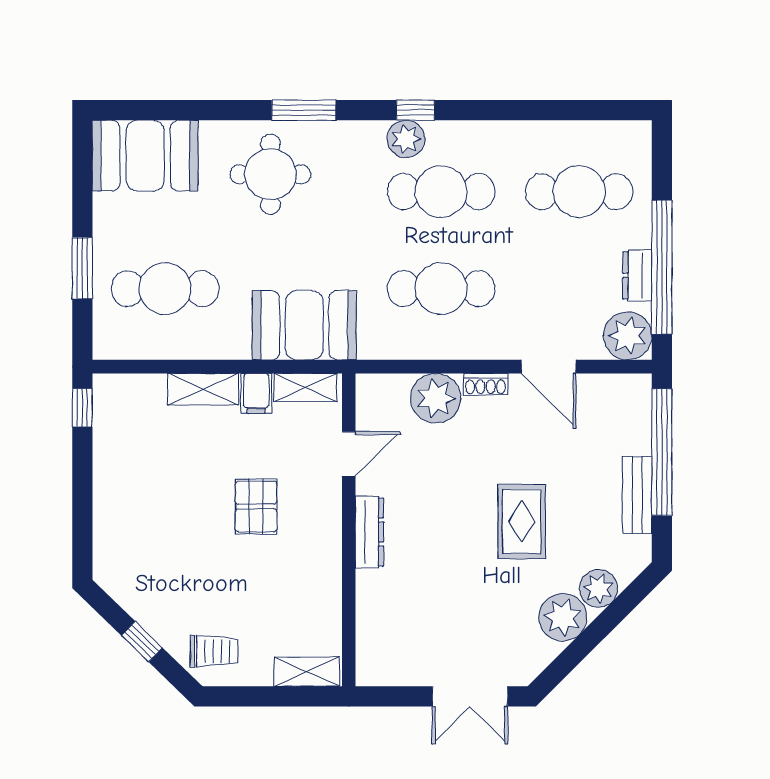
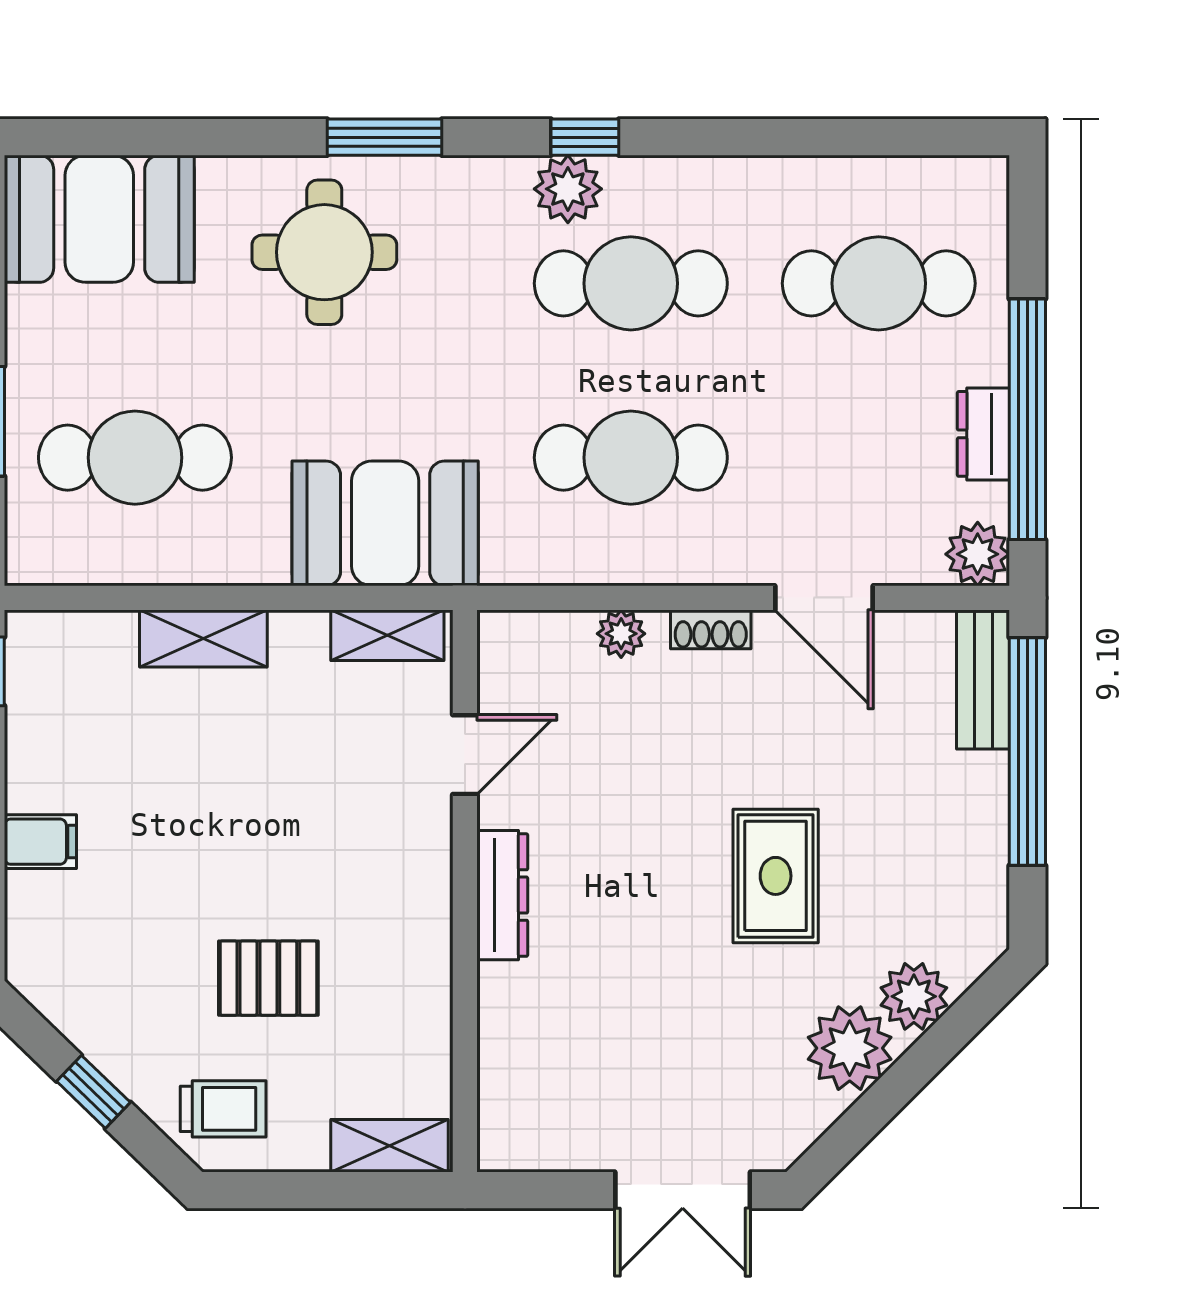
plant: (628, 336) -> (978, 554), width x0.73, depth x0.73
filing cabinet: (256, 393) -> (40, 842), moved, turned -90
plant: (436, 398) -> (621, 634), width x0.53, depth x0.53
bench: (637, 495) -> (983, 680), moved
pallet: (256, 506) -> (268, 978), moved, turned 90

